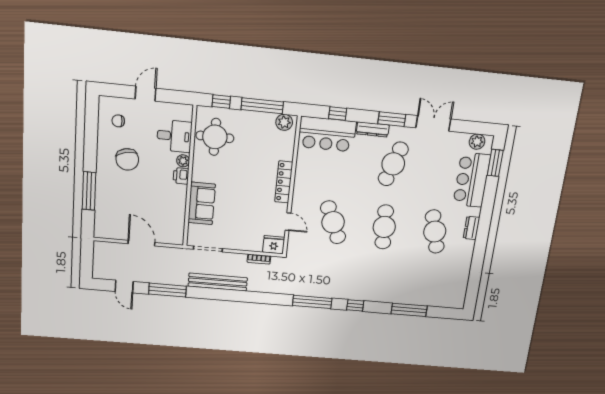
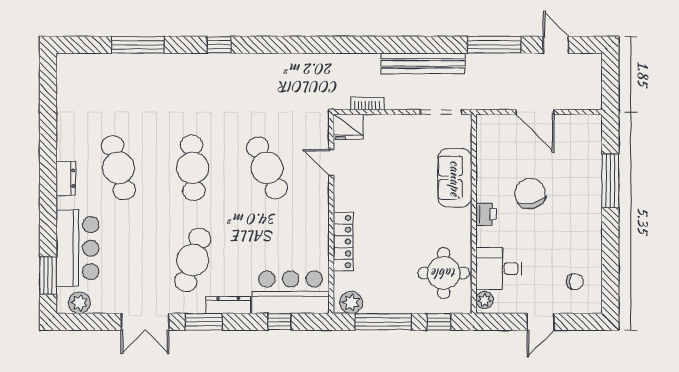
chair: (127, 159) -> (530, 193), moved
plant: (183, 161) -> (485, 300), moved
locker: (284, 182) -> (343, 242), moved
window: (312, 302) -> (283, 45), removed

